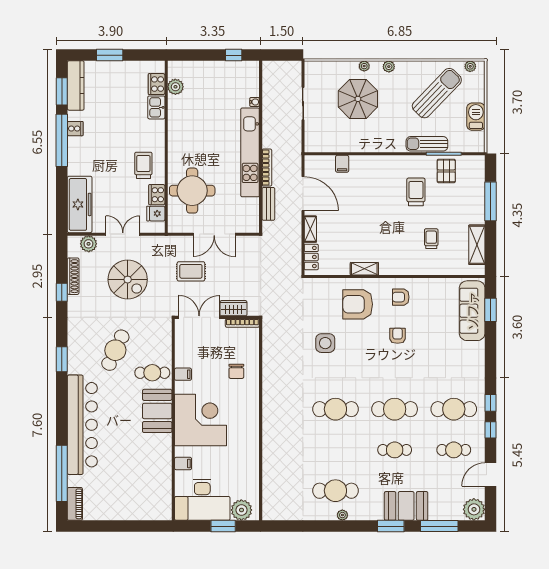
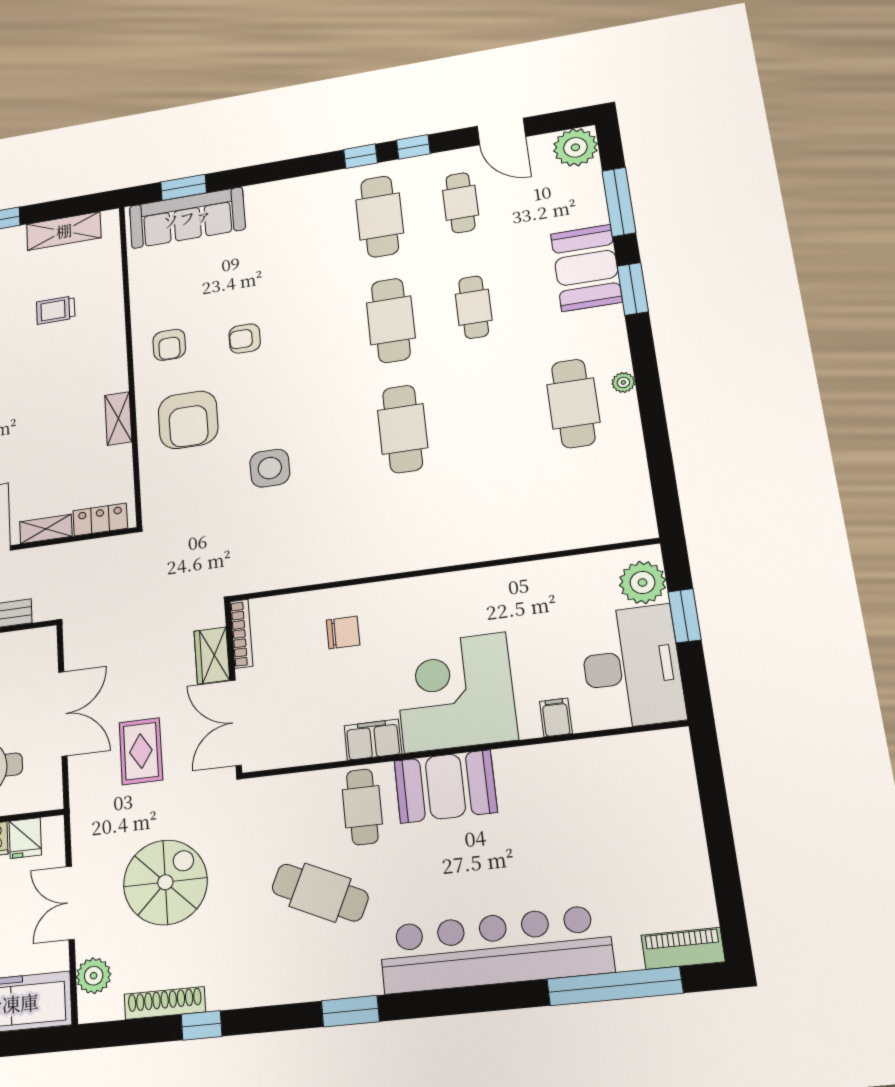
filing cabinet: (183, 374) -> (373, 740), width x2.00

